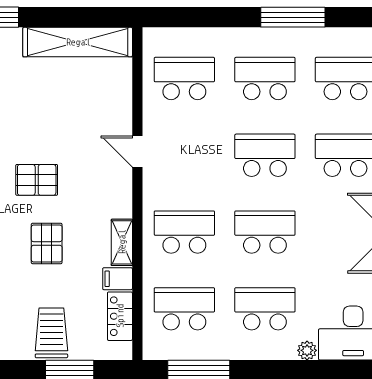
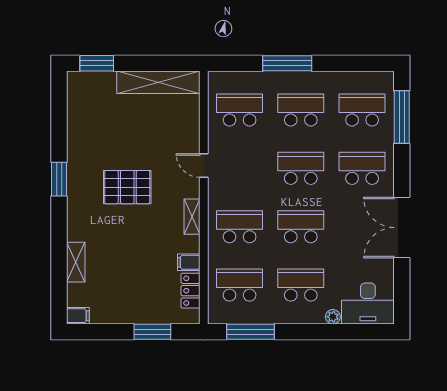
window: (293, 17) -> (287, 63), moved
pallet: (37, 180) -> (127, 187), width x1.50, depth x1.42
shelving: (122, 242) -> (192, 217), moved
pallet: (47, 243) -> (135, 235), removed
trolley: (51, 333) -> (138, 303), removed

